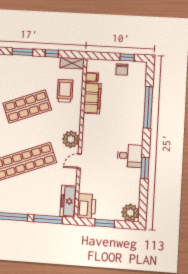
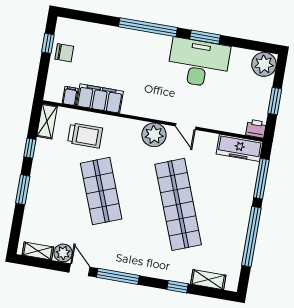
trolley: (65, 91) -> (85, 135), turned 180
window: (148, 107) -> (148, 27), moved
desk: (130, 156) -> (198, 63), width x1.87, depth x1.30
printer: (86, 206) -> (256, 129), width x0.53, depth x0.68

